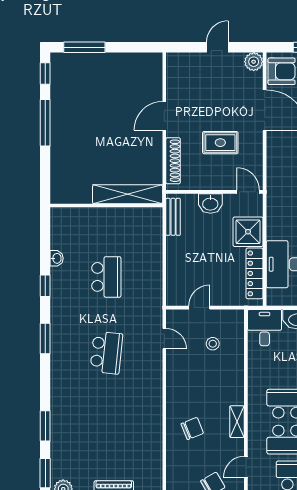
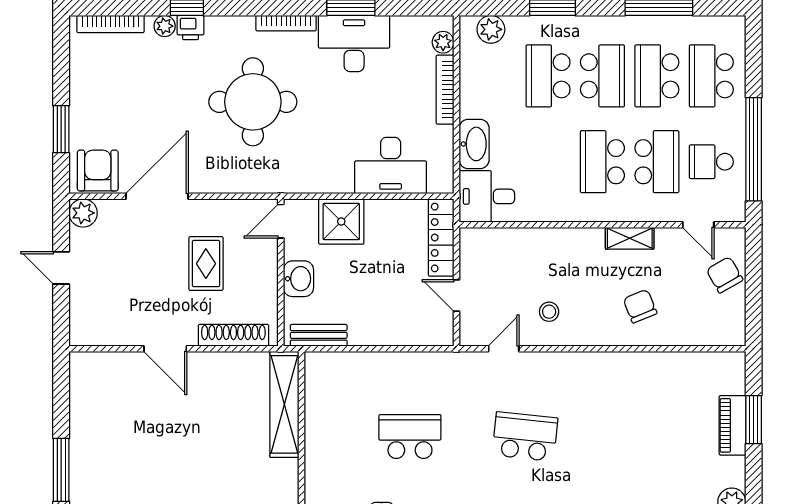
locker: (254, 273) -> (441, 237), moved, turned 90
stool: (213, 344) -> (549, 312), moved

